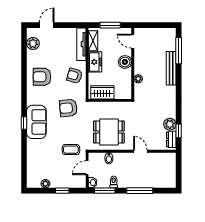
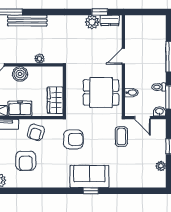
armchair: (42, 77) -> (26, 161), moved
armchair: (68, 108) -> (73, 139), turned -85
dining table: (109, 132) -> (101, 92), turned 90

